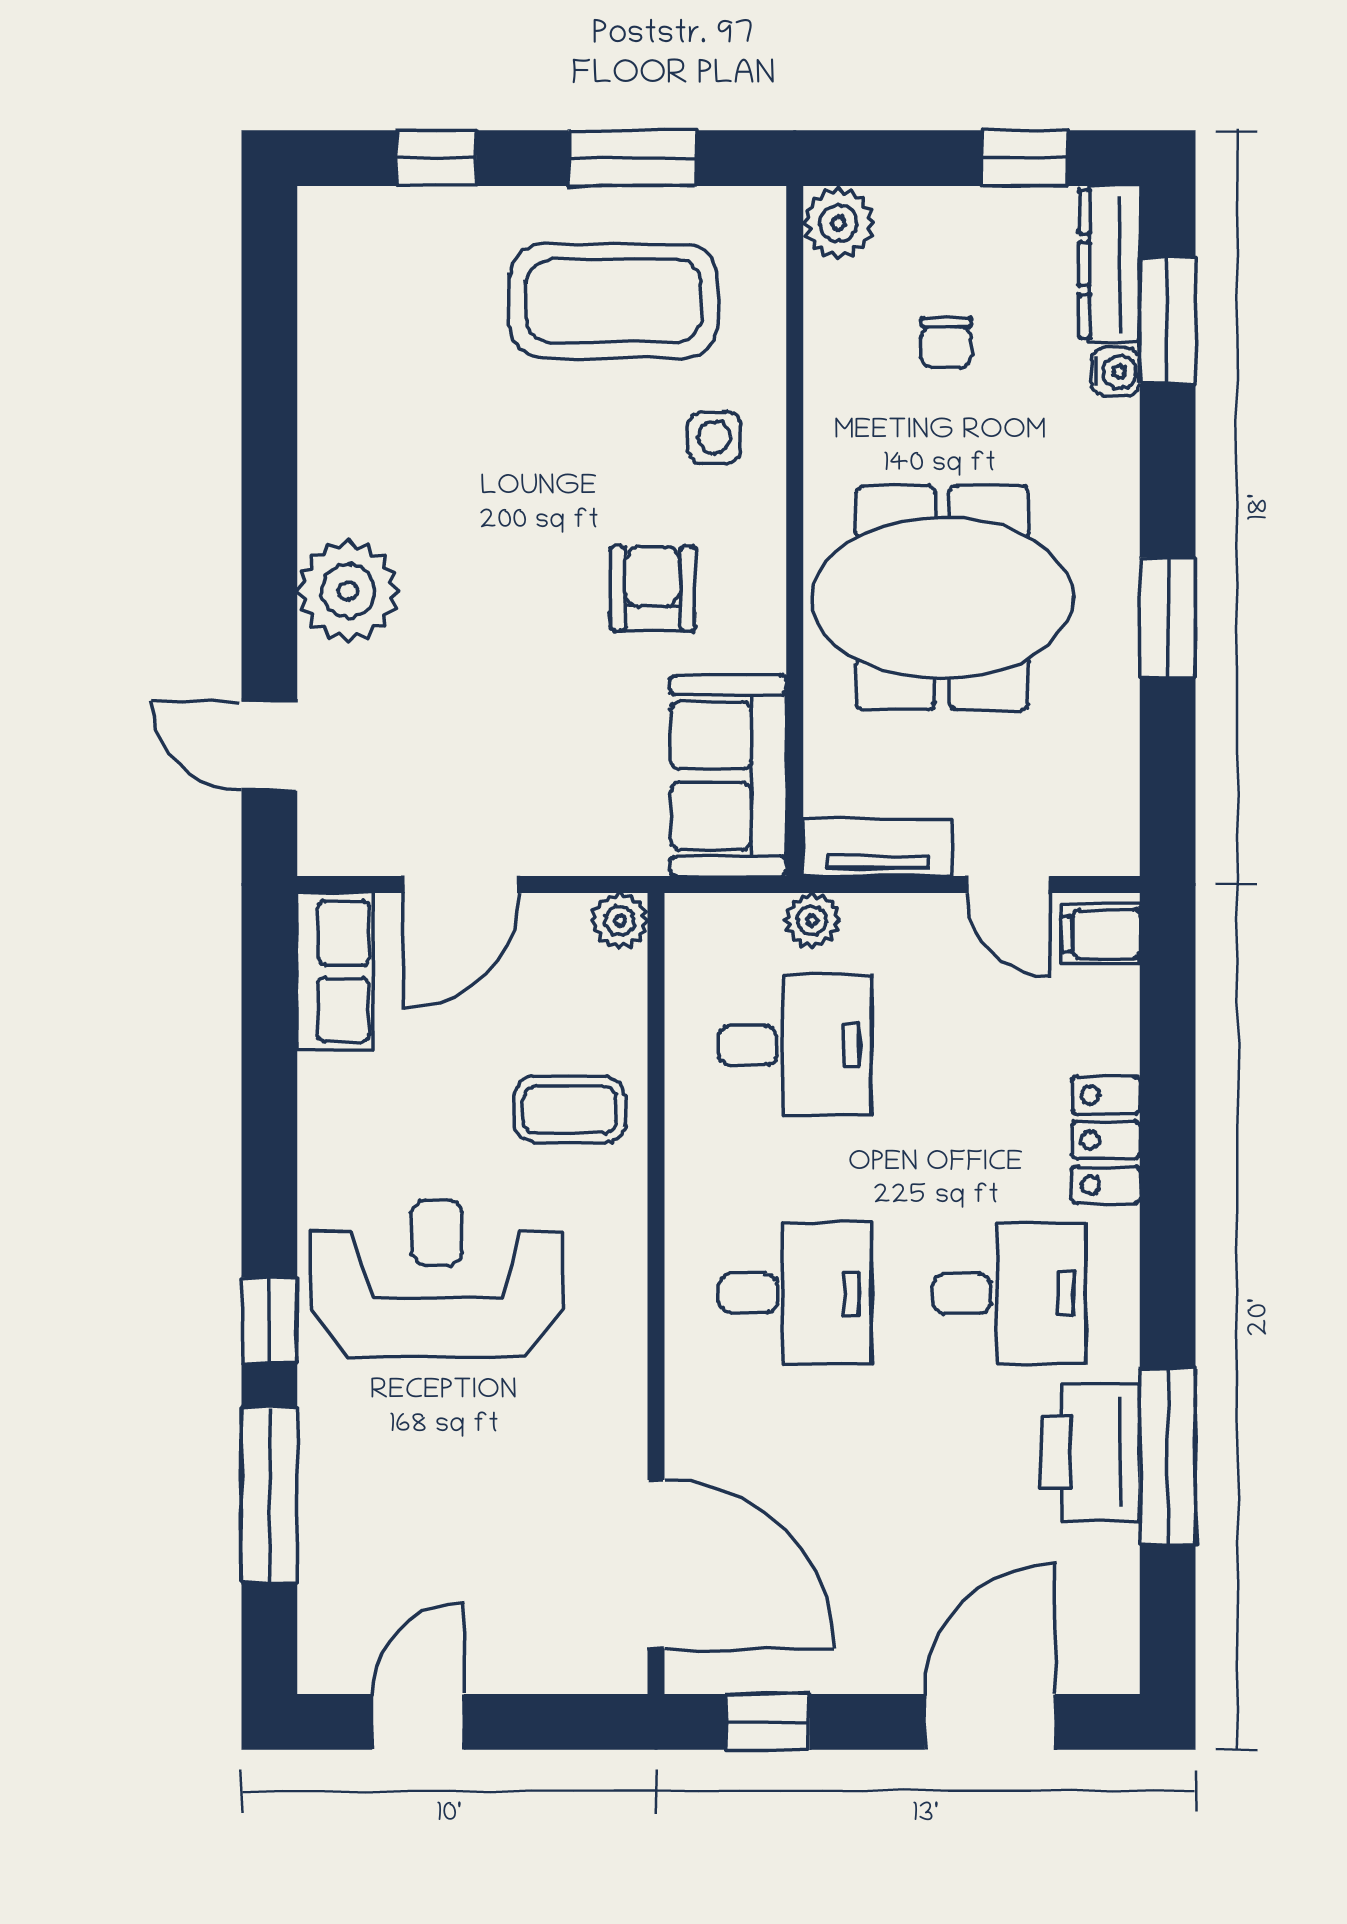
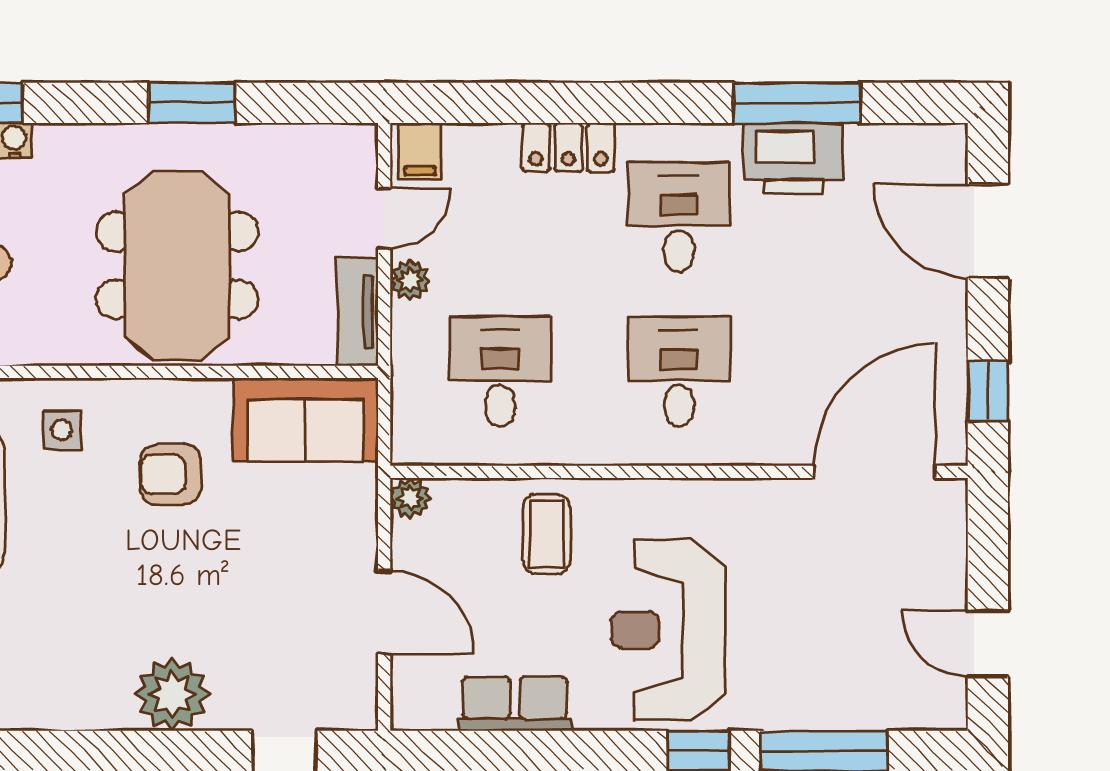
plant: (812, 920) -> (410, 280), moved
row of seats: (335, 971) -> (515, 704), moved

